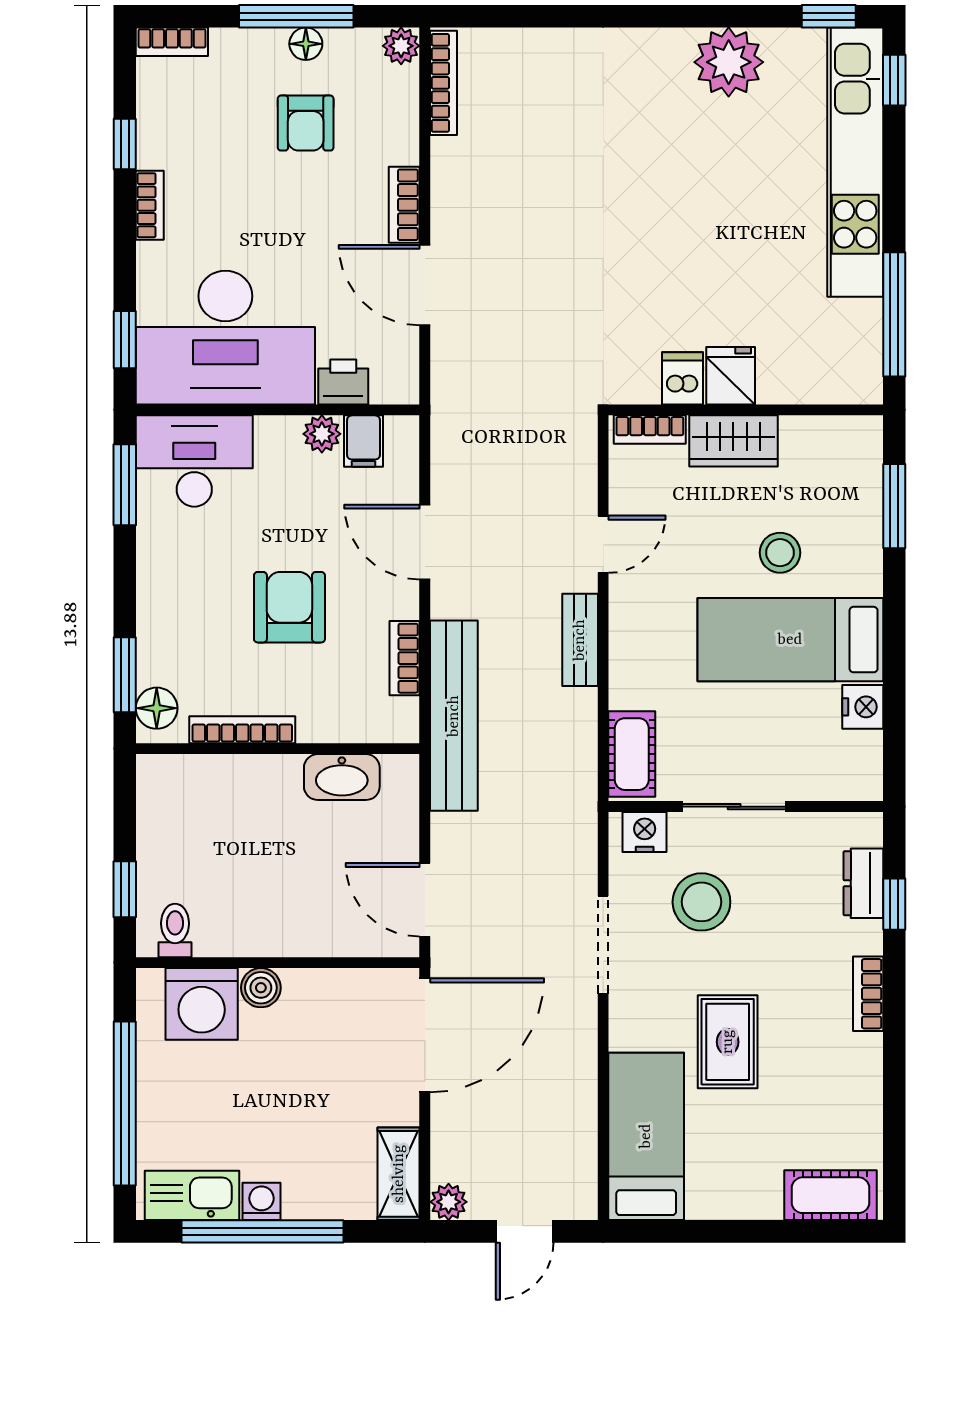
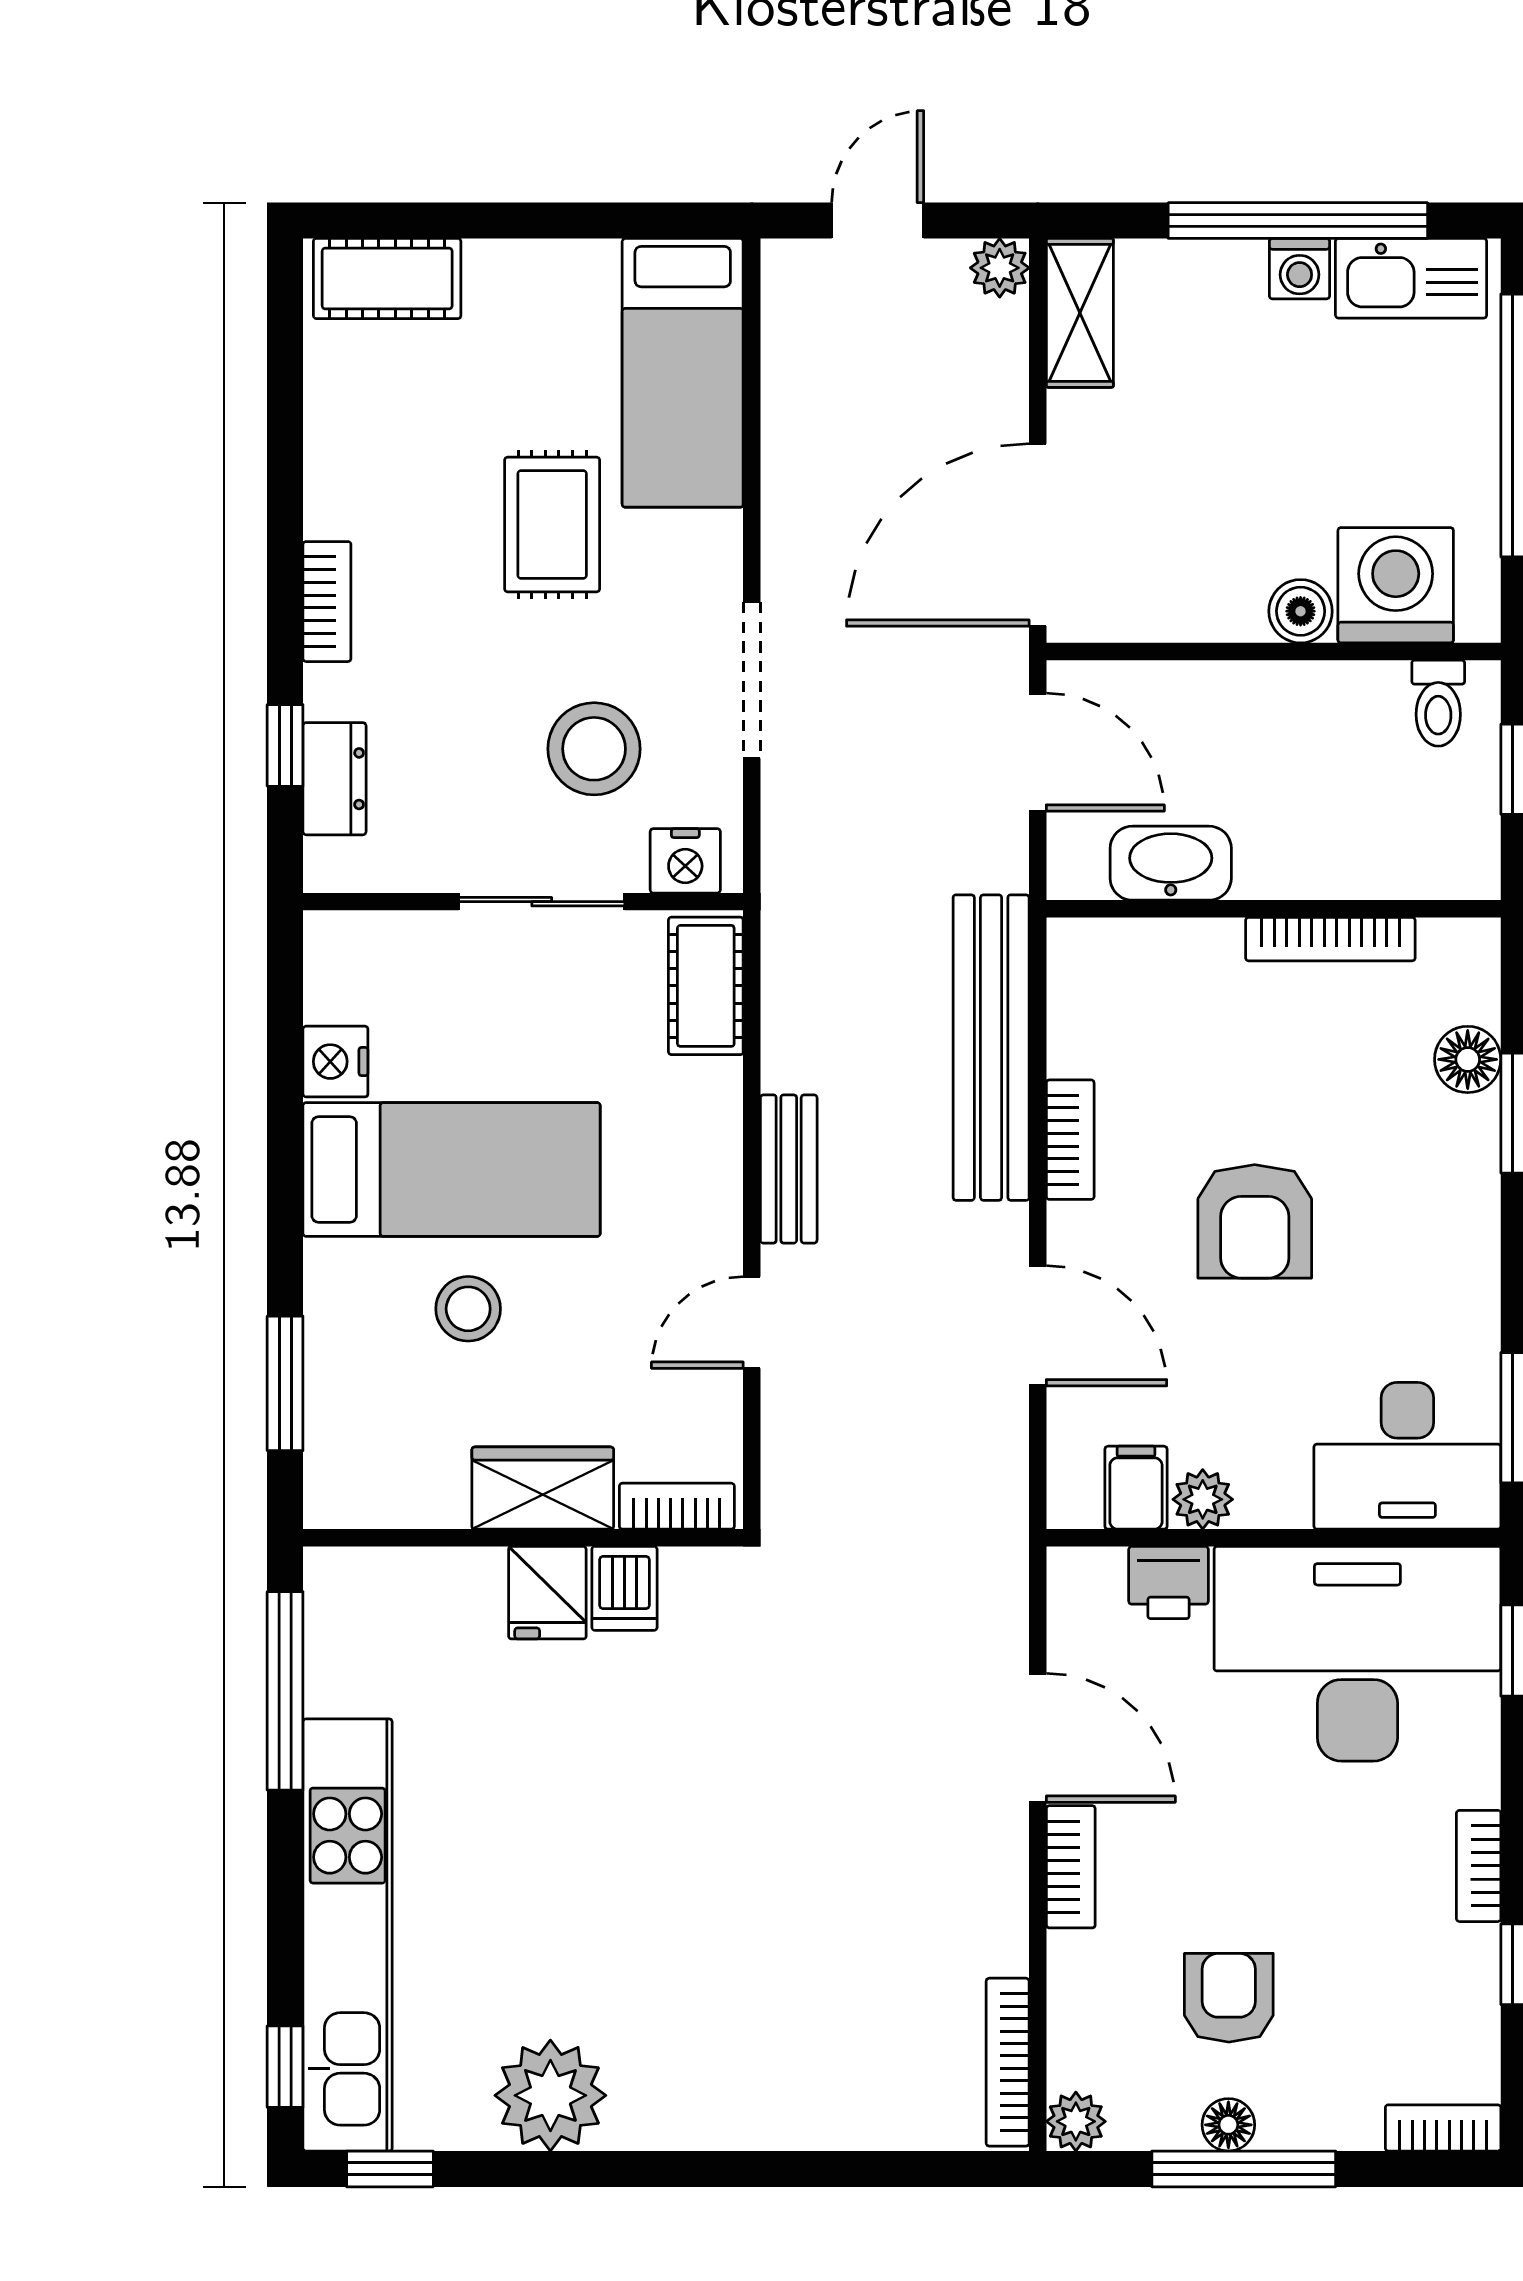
bookcase: (242, 730) -> (1330, 939), moved
wall: (278, 749) -> (1274, 909), moved
washbasin: (342, 777) -> (1171, 863), moved

